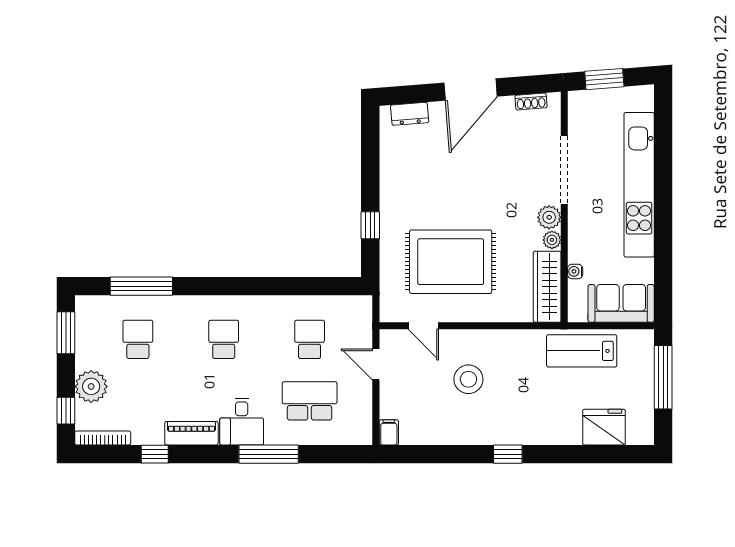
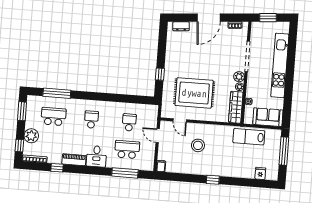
school desk: (138, 339) -> (53, 117), width x1.85
fridge: (604, 427) -> (260, 173), width x0.53, depth x0.75
window: (269, 454) -> (125, 173), moved

